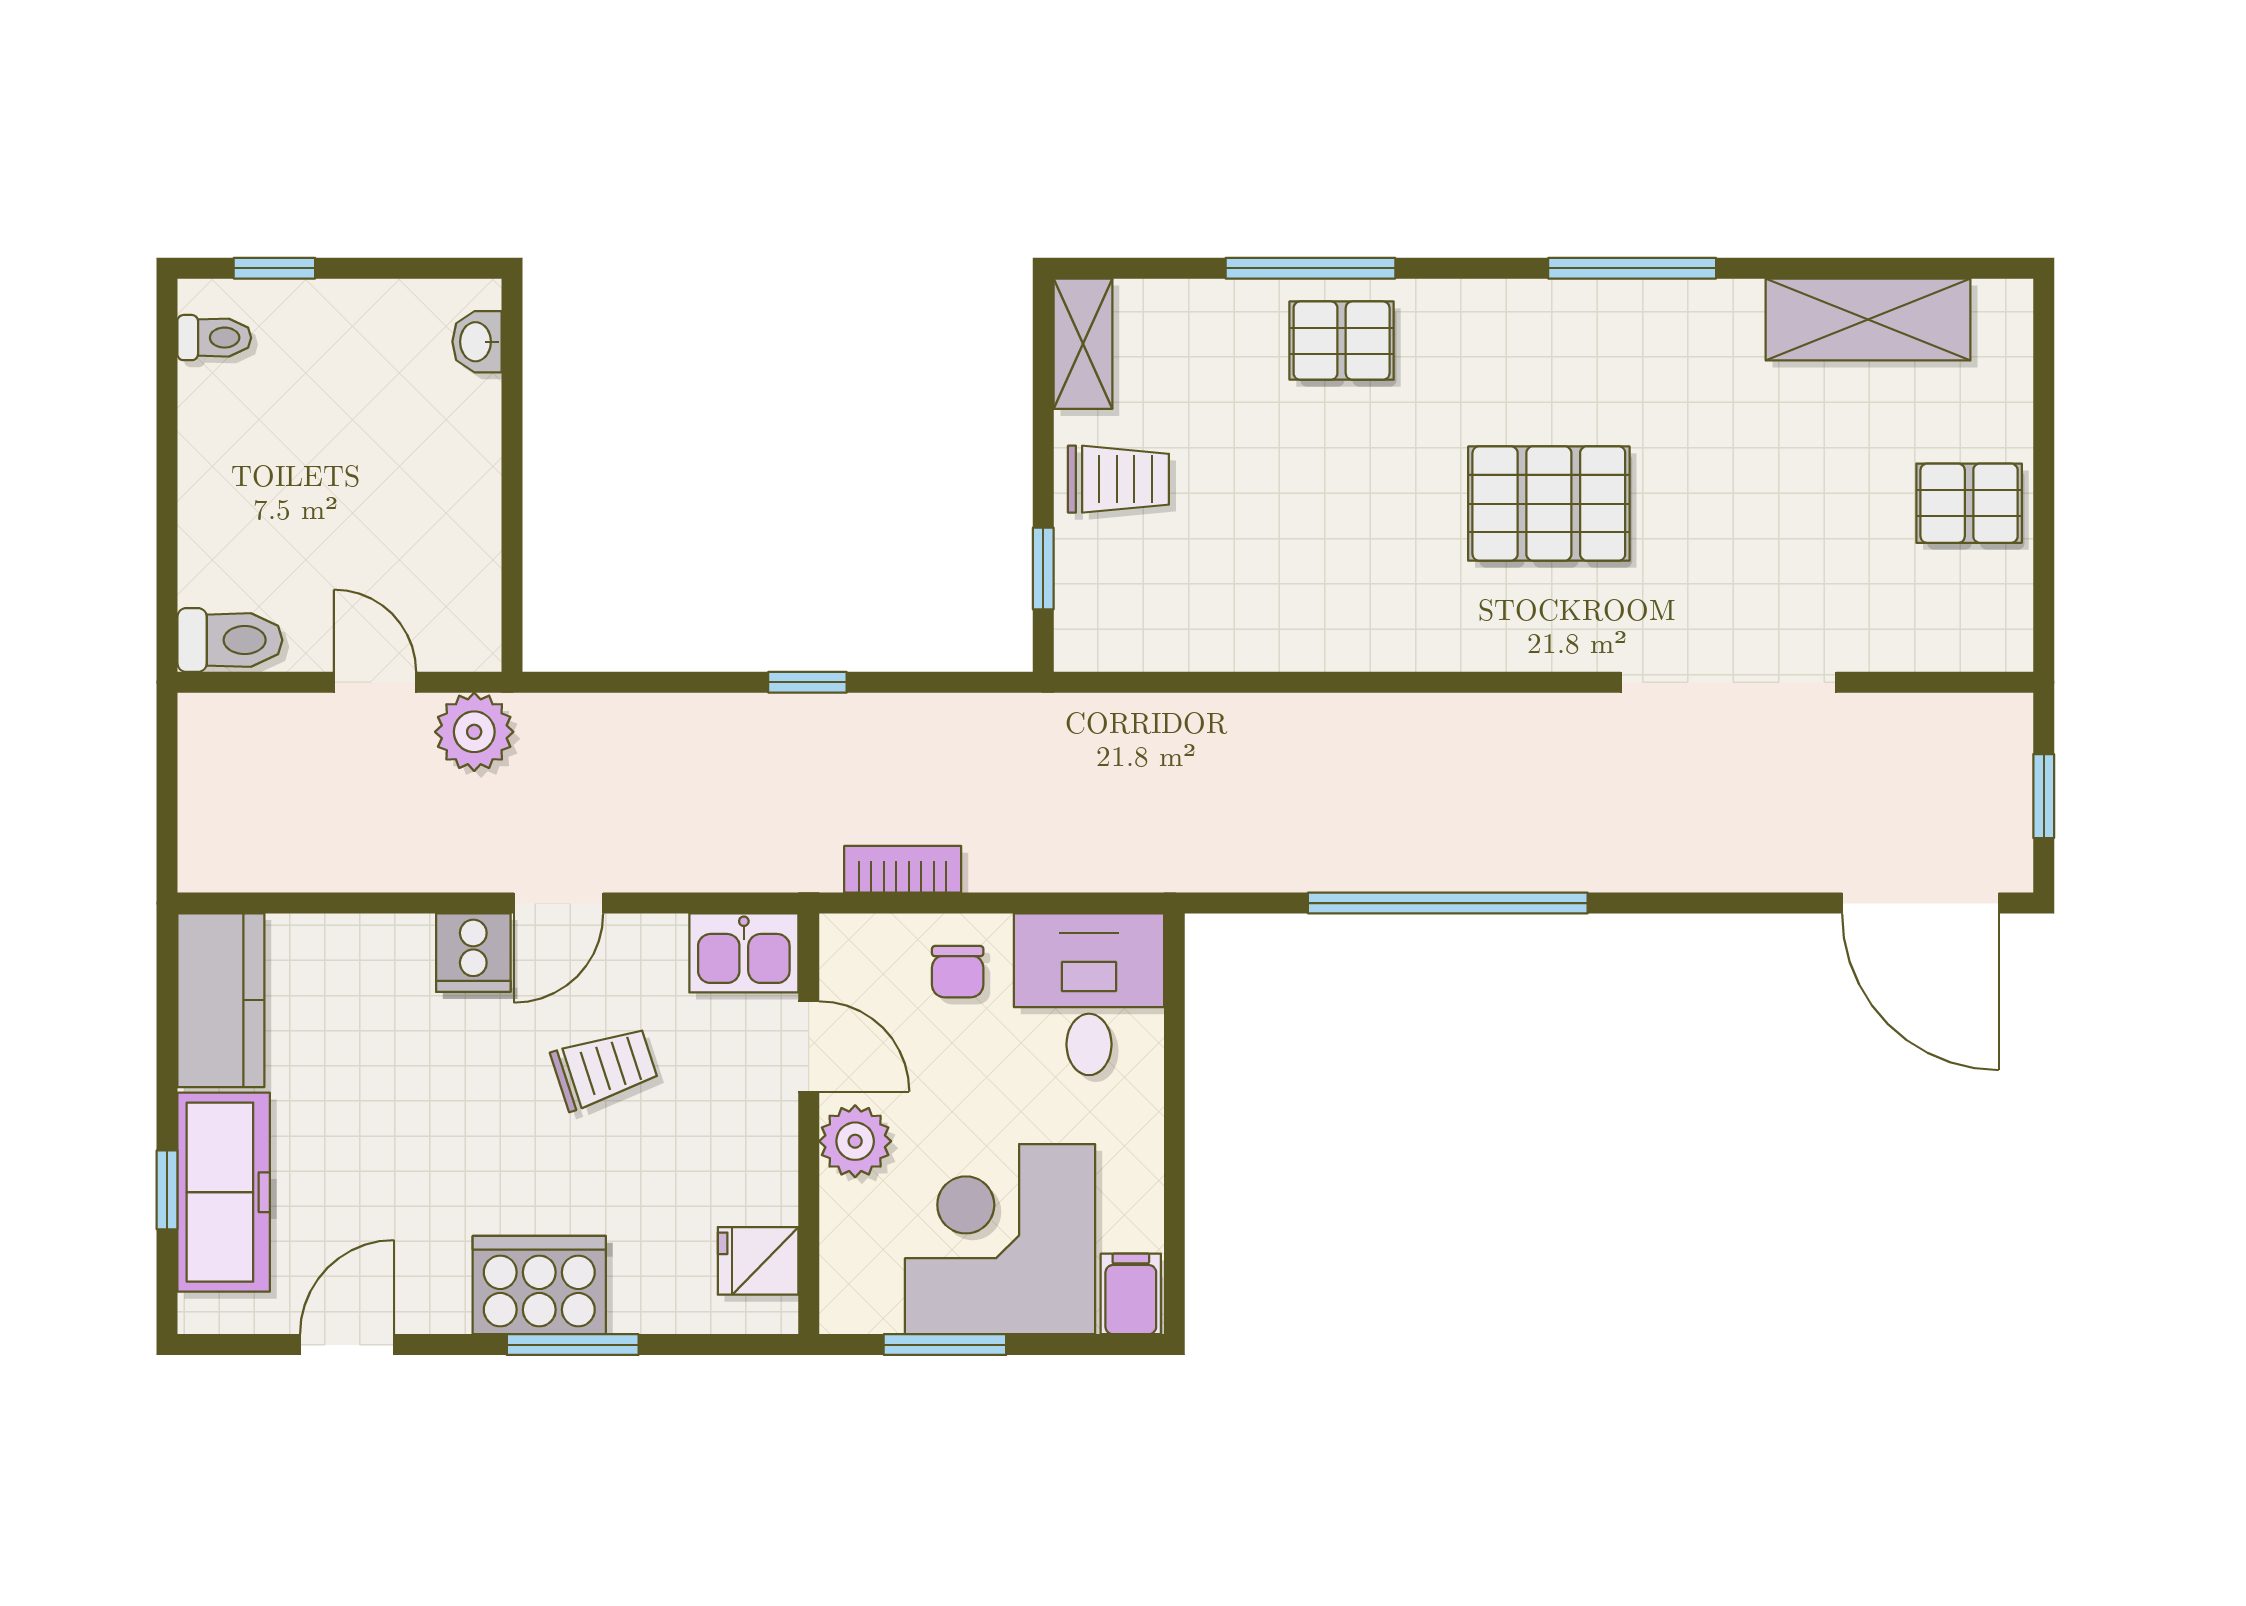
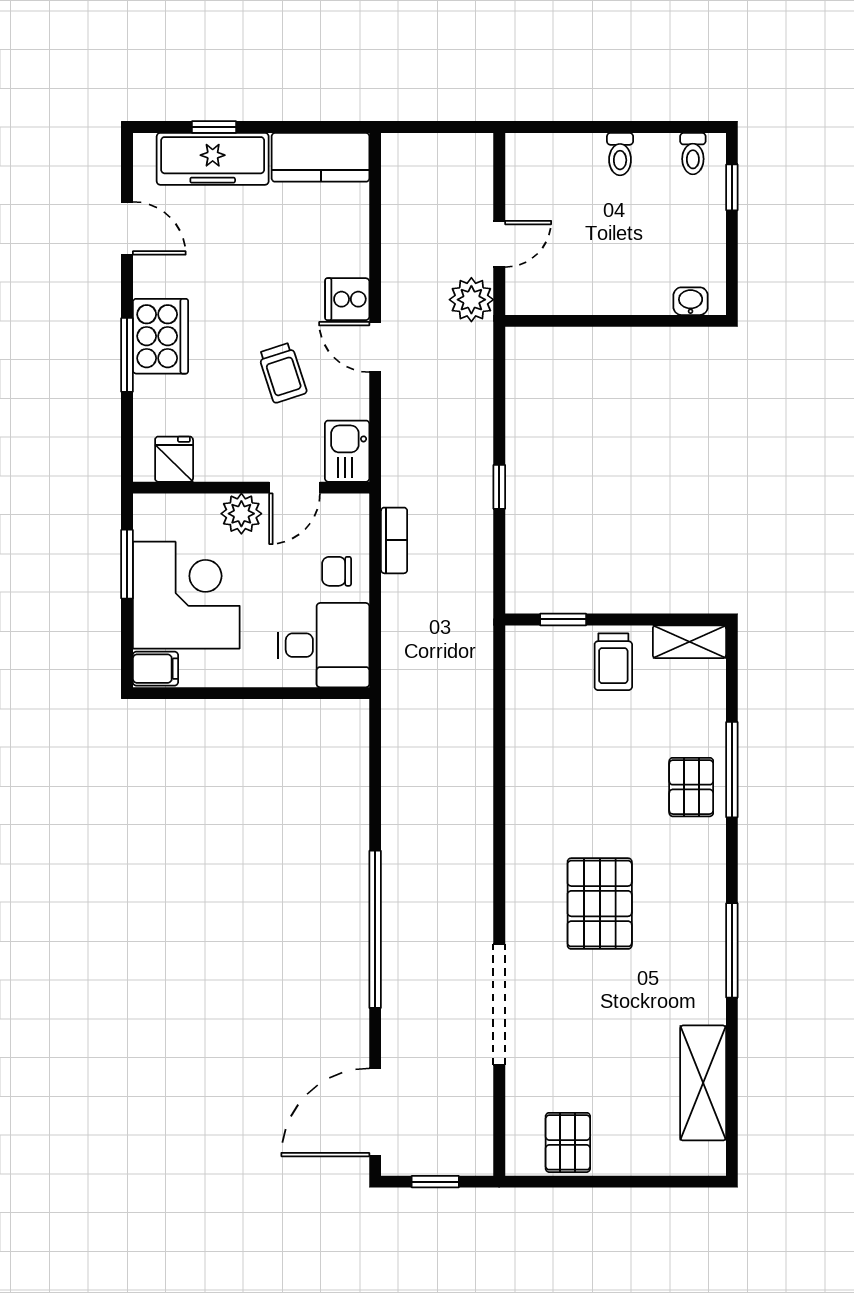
pallet: (1969, 503) -> (568, 1142), moved
toilet: (230, 640) -> (620, 154), moved, width x0.73, depth x0.72
window: (1448, 903) -> (375, 929), moved

